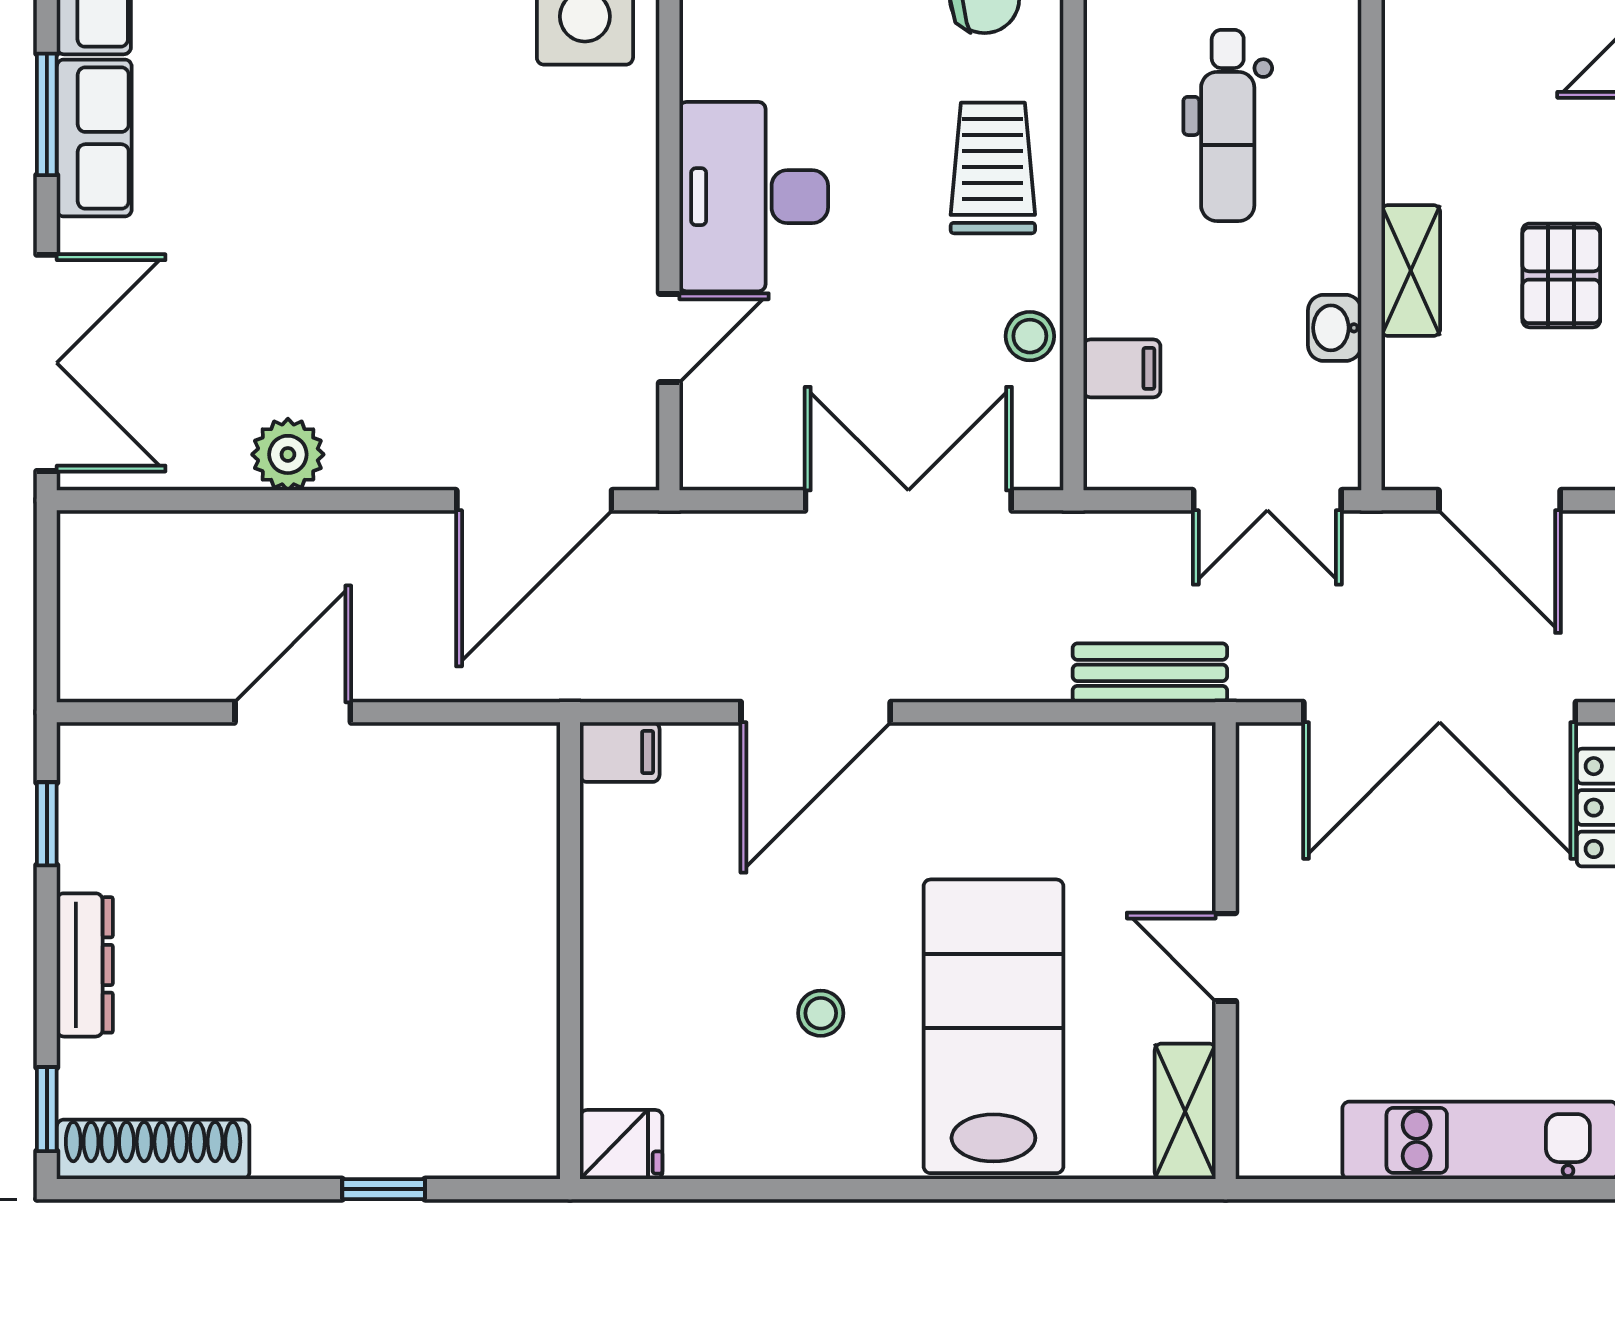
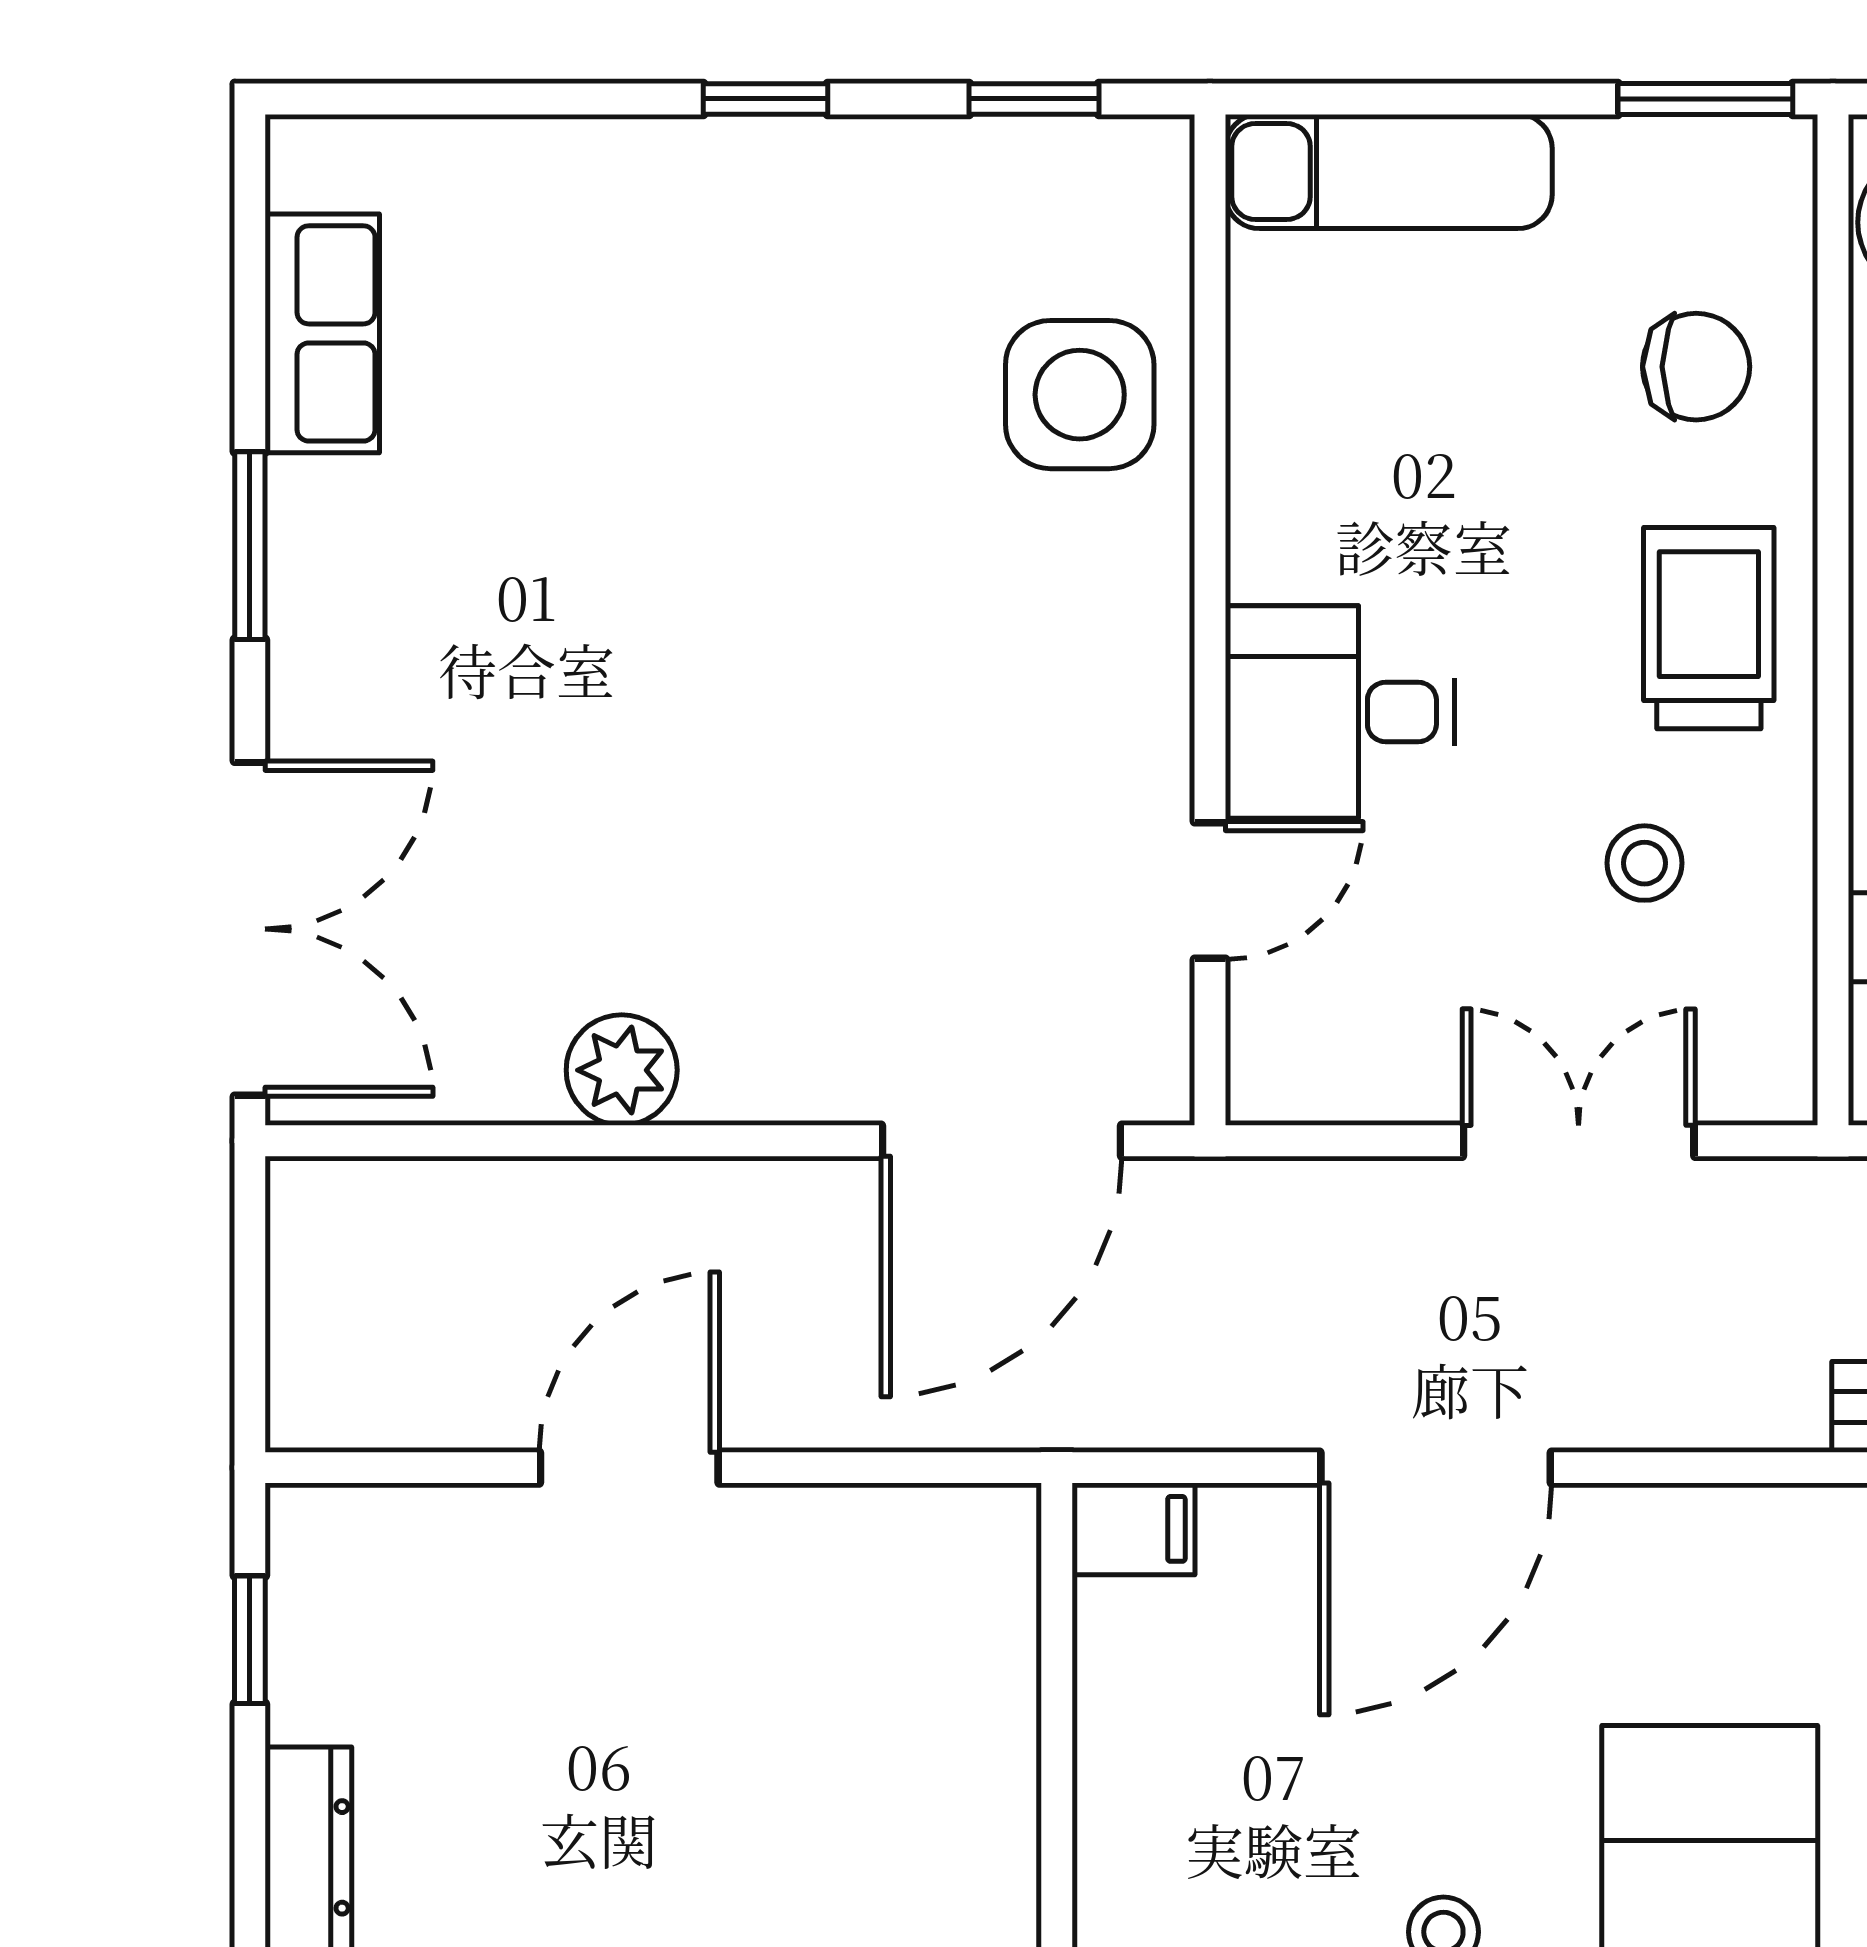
row of seats: (94, 138) -> (323, 582), removed
desk: (754, 197) -> (1340, 712), width x0.73
stool: (1030, 336) -> (1644, 863), moved
double door: (908, 500) -> (1579, 1141), width x0.73

